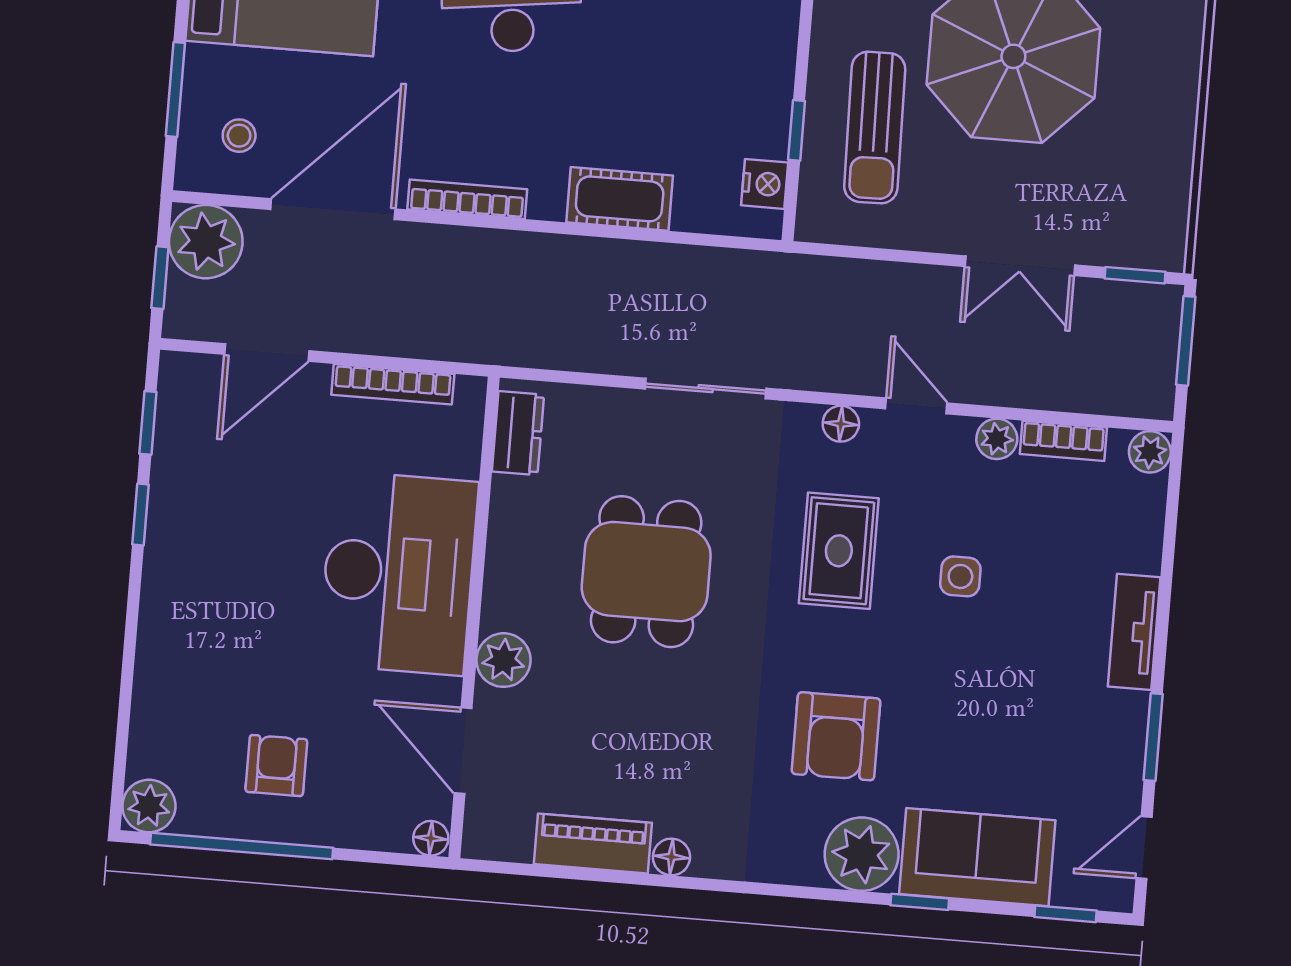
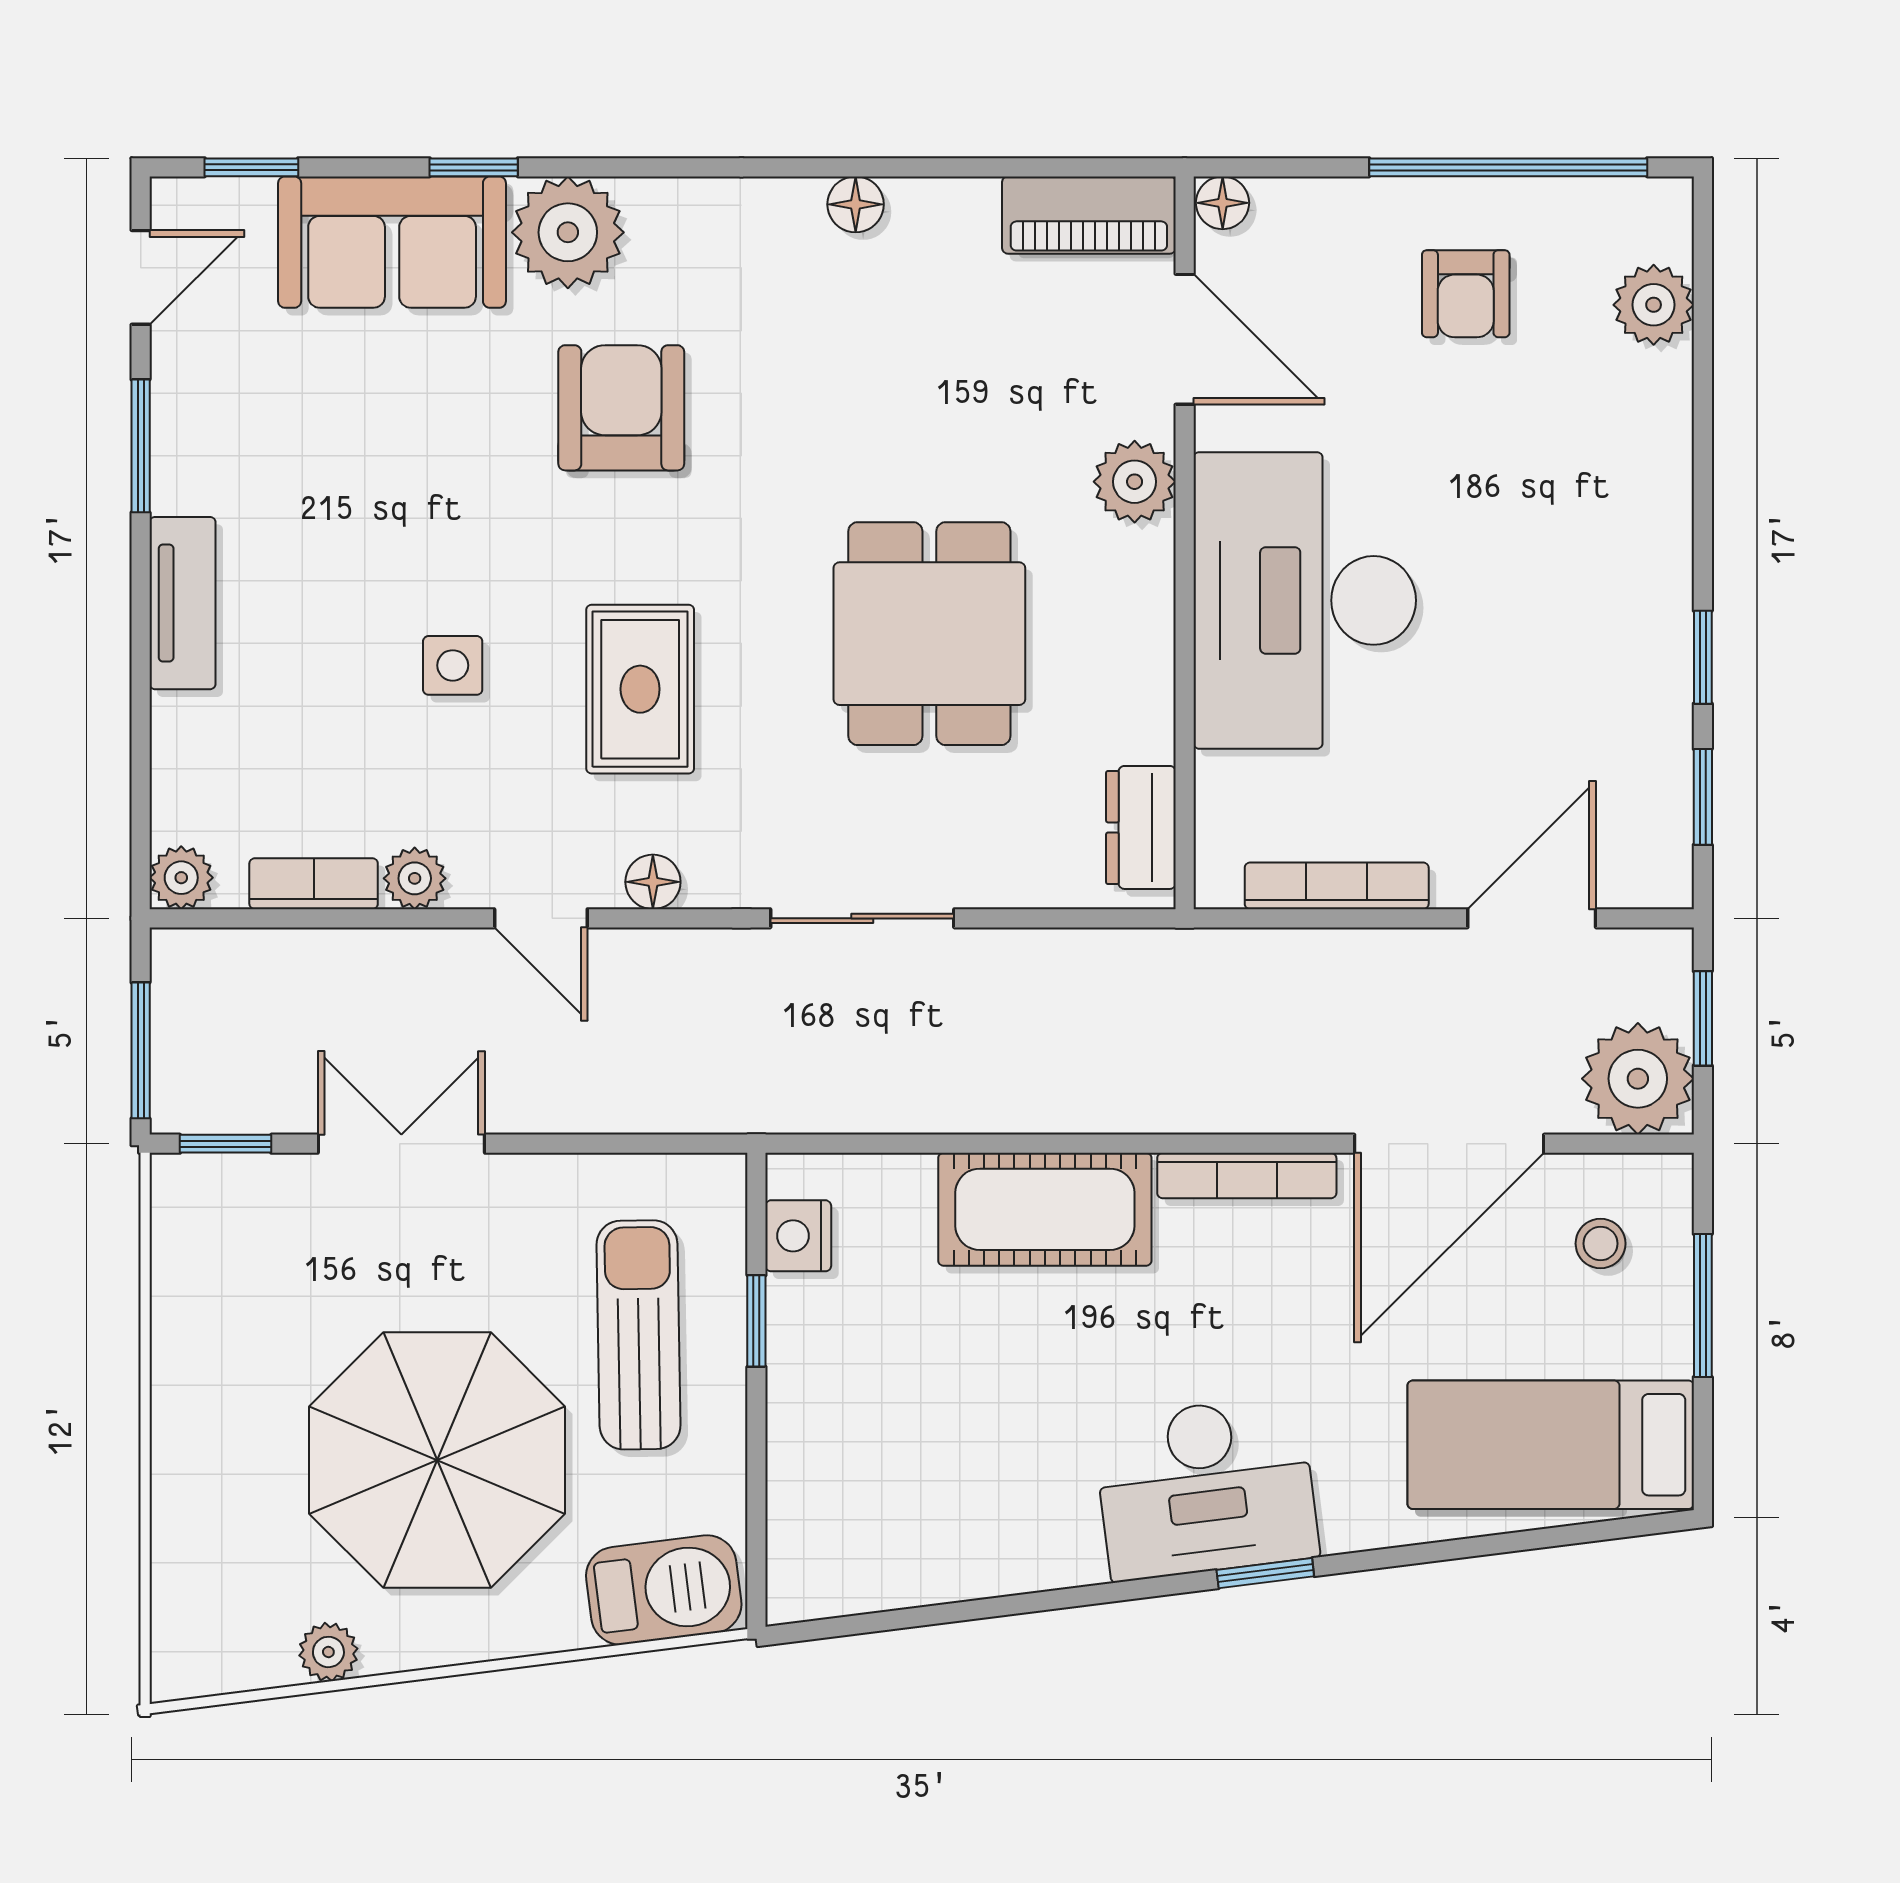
cot: (620, 199) -> (1045, 1209), width x1.37, depth x1.34
plant: (149, 806) -> (1654, 305), moved
piano: (593, 843) -> (1089, 215), moved

